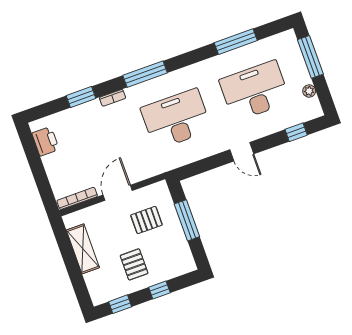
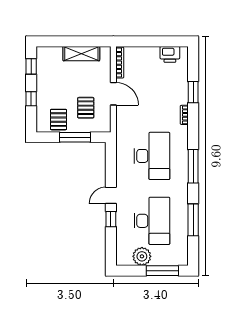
window: (145, 74) -> (193, 166), moved
plant: (309, 91) -> (142, 256), width x1.88, depth x1.88
window: (296, 132) -> (111, 219), moved
pallet: (134, 264) -> (59, 120), moved, turned 90

